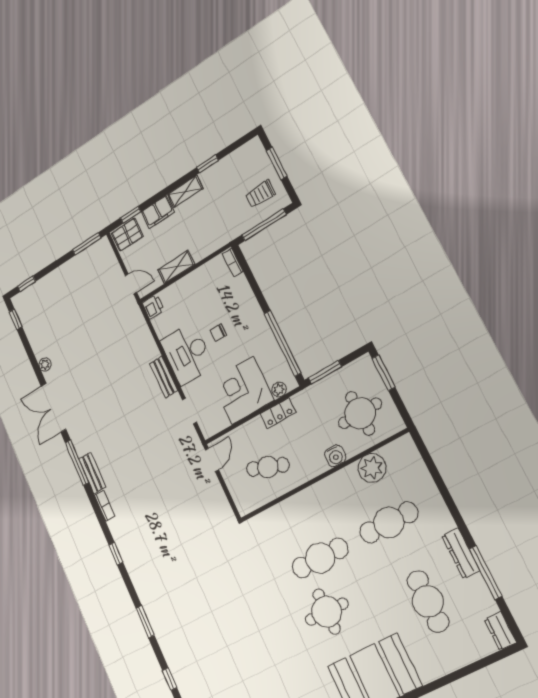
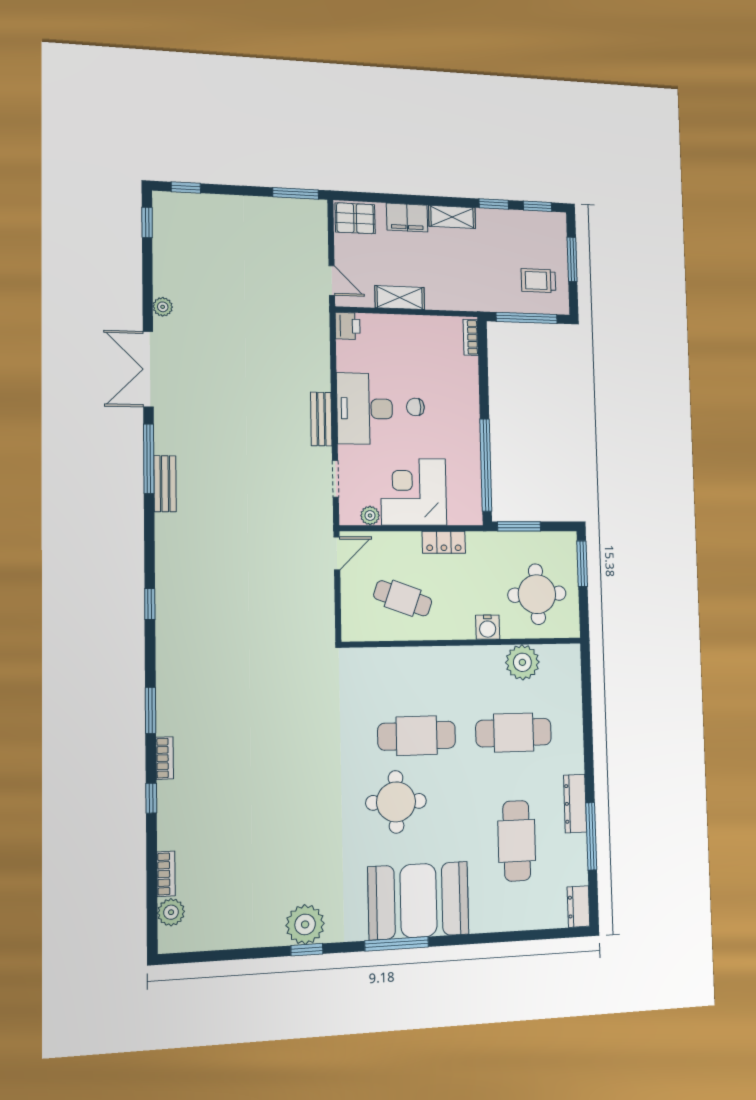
window: (131, 215) -> (537, 206), moved
plant: (279, 390) -> (370, 516), moved
bookcase: (105, 506) -> (165, 758), moved

